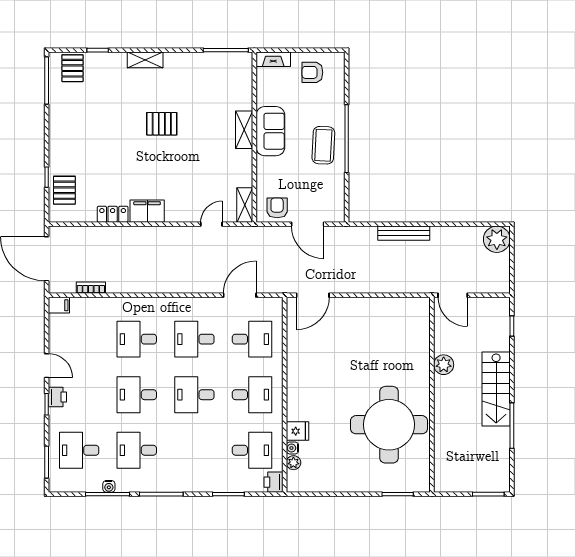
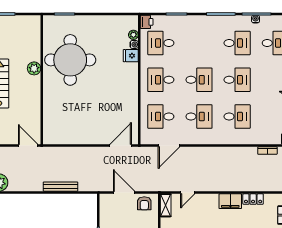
plant: (444, 365) -> (34, 68), moved

